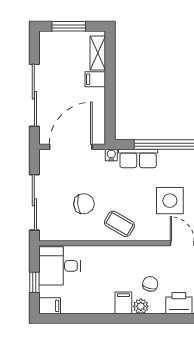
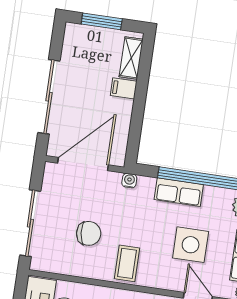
row of seats: (138, 158) -> (179, 192), moved
coffee table: (119, 224) -> (127, 263), turned 60

